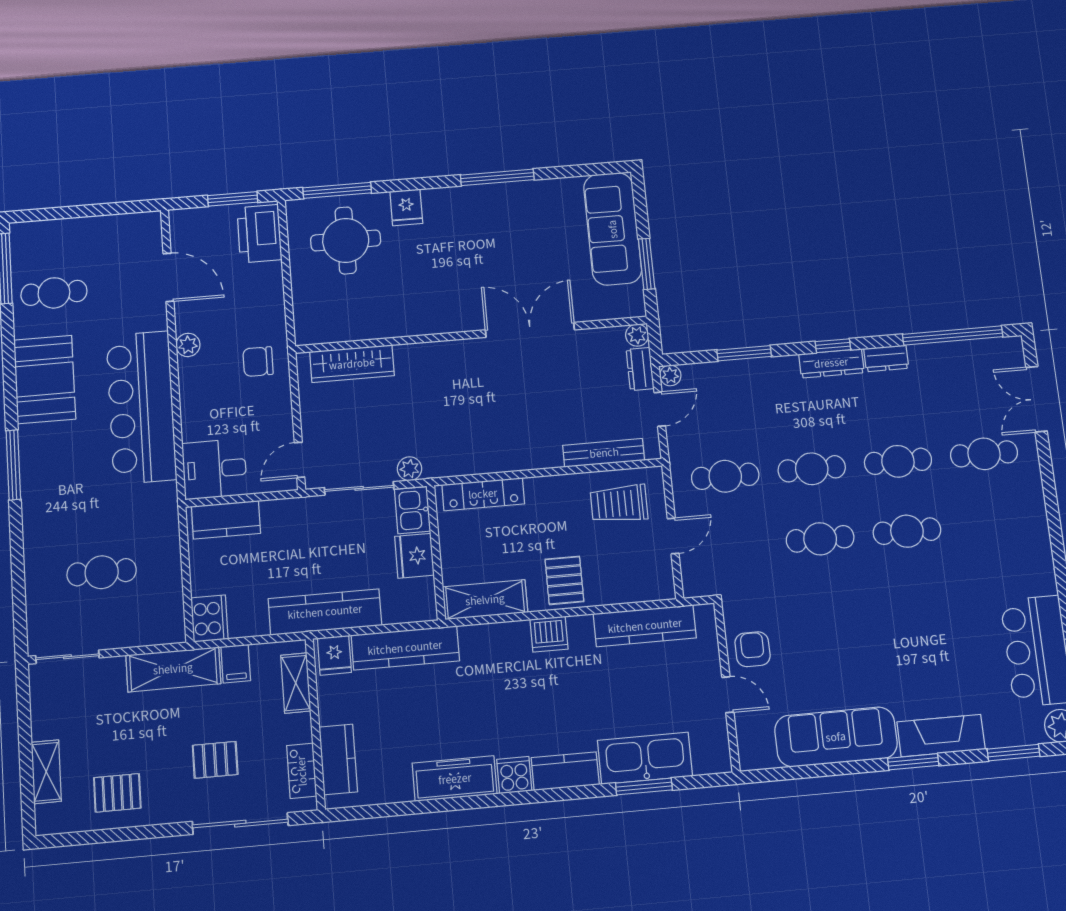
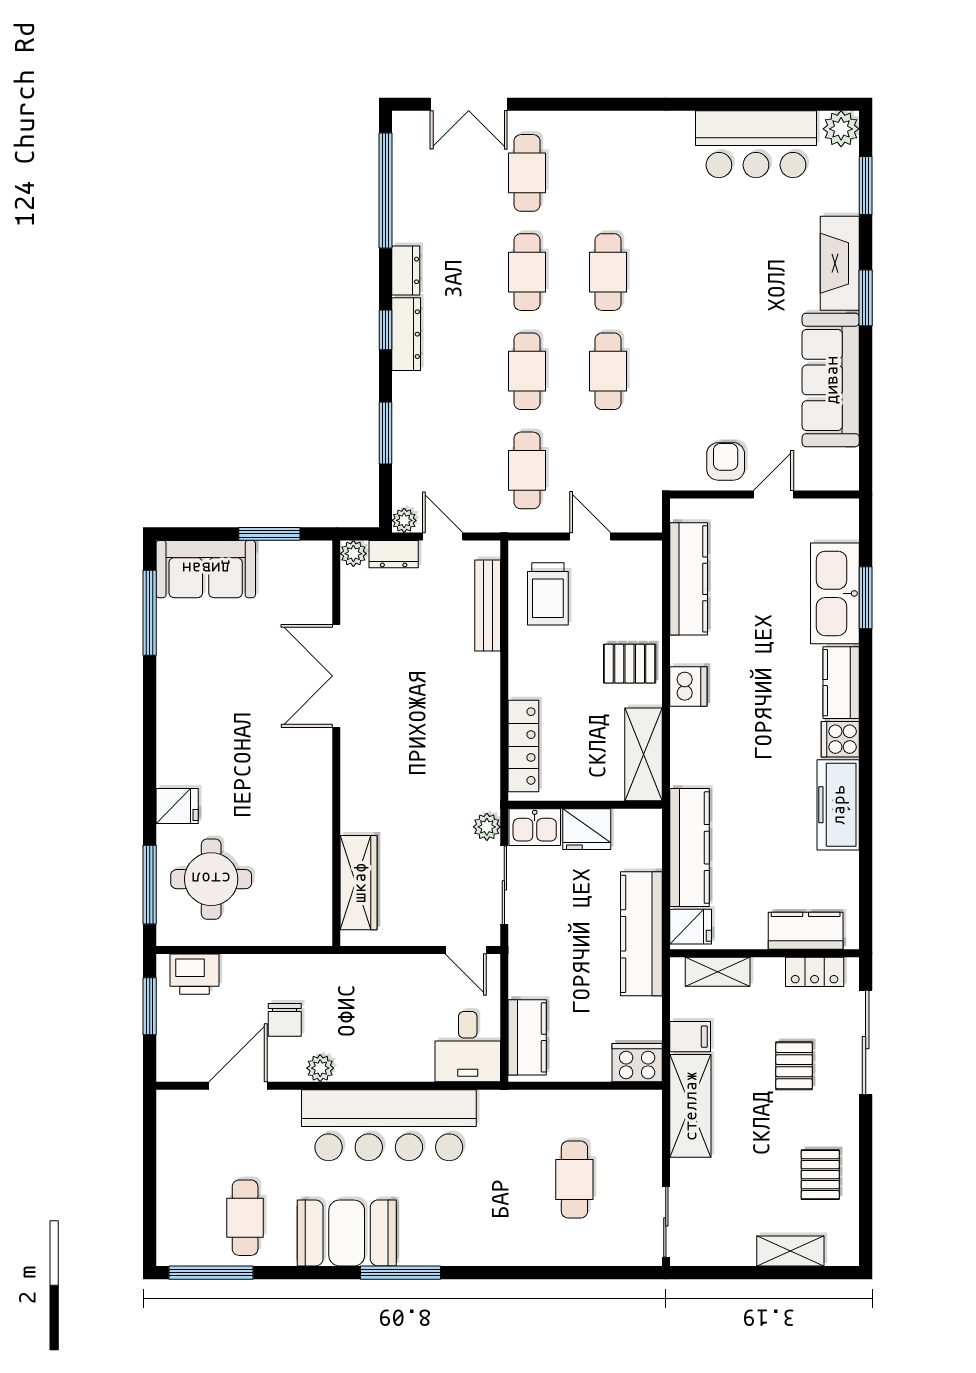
window: (497, 177) -> (150, 613), moved
sofa: (613, 229) -> (206, 569), width x0.73
printer: (259, 234) -> (194, 974), width x0.73, depth x0.84
chair: (258, 362) -> (285, 1020), moved
window: (13, 465) -> (401, 1273), moved
armchair: (753, 649) -> (726, 461), turned 90

